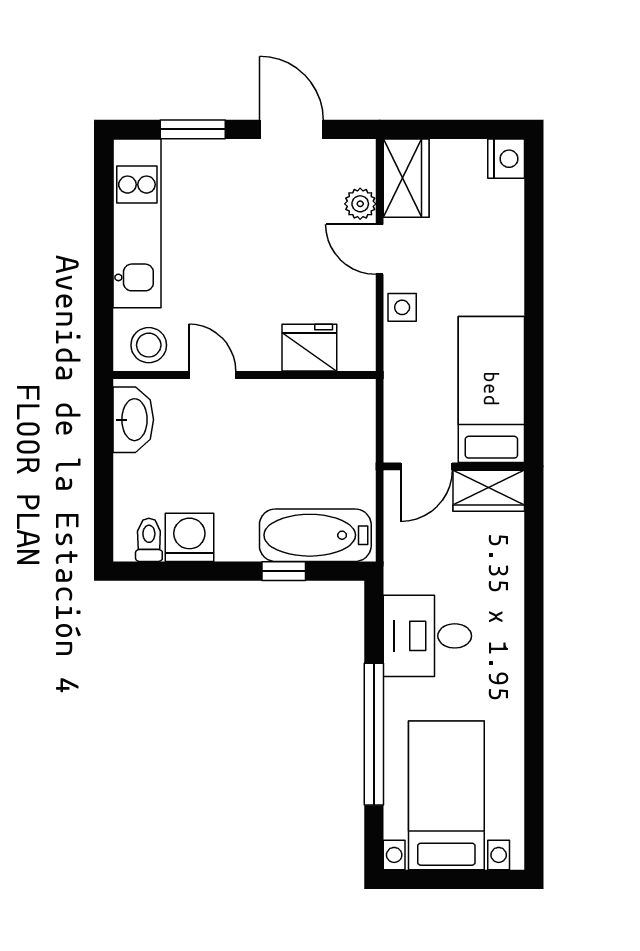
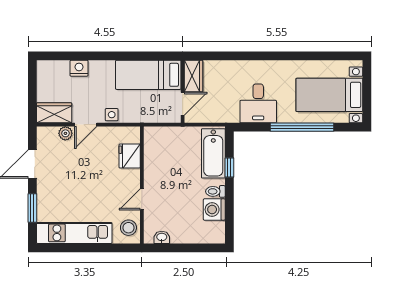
nightstand: (506, 159) -> (79, 68), moved
washbasin: (133, 420) -> (162, 237), width x0.52, depth x0.69
door: (427, 466) -> (183, 104), hinge flipped
toilet: (149, 540) -> (215, 191), moved

